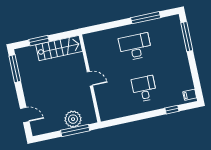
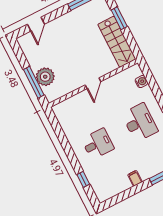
water cooler: (100, 36) -> (141, 82), added
filing cabinet: (190, 95) -> (135, 178), moved

